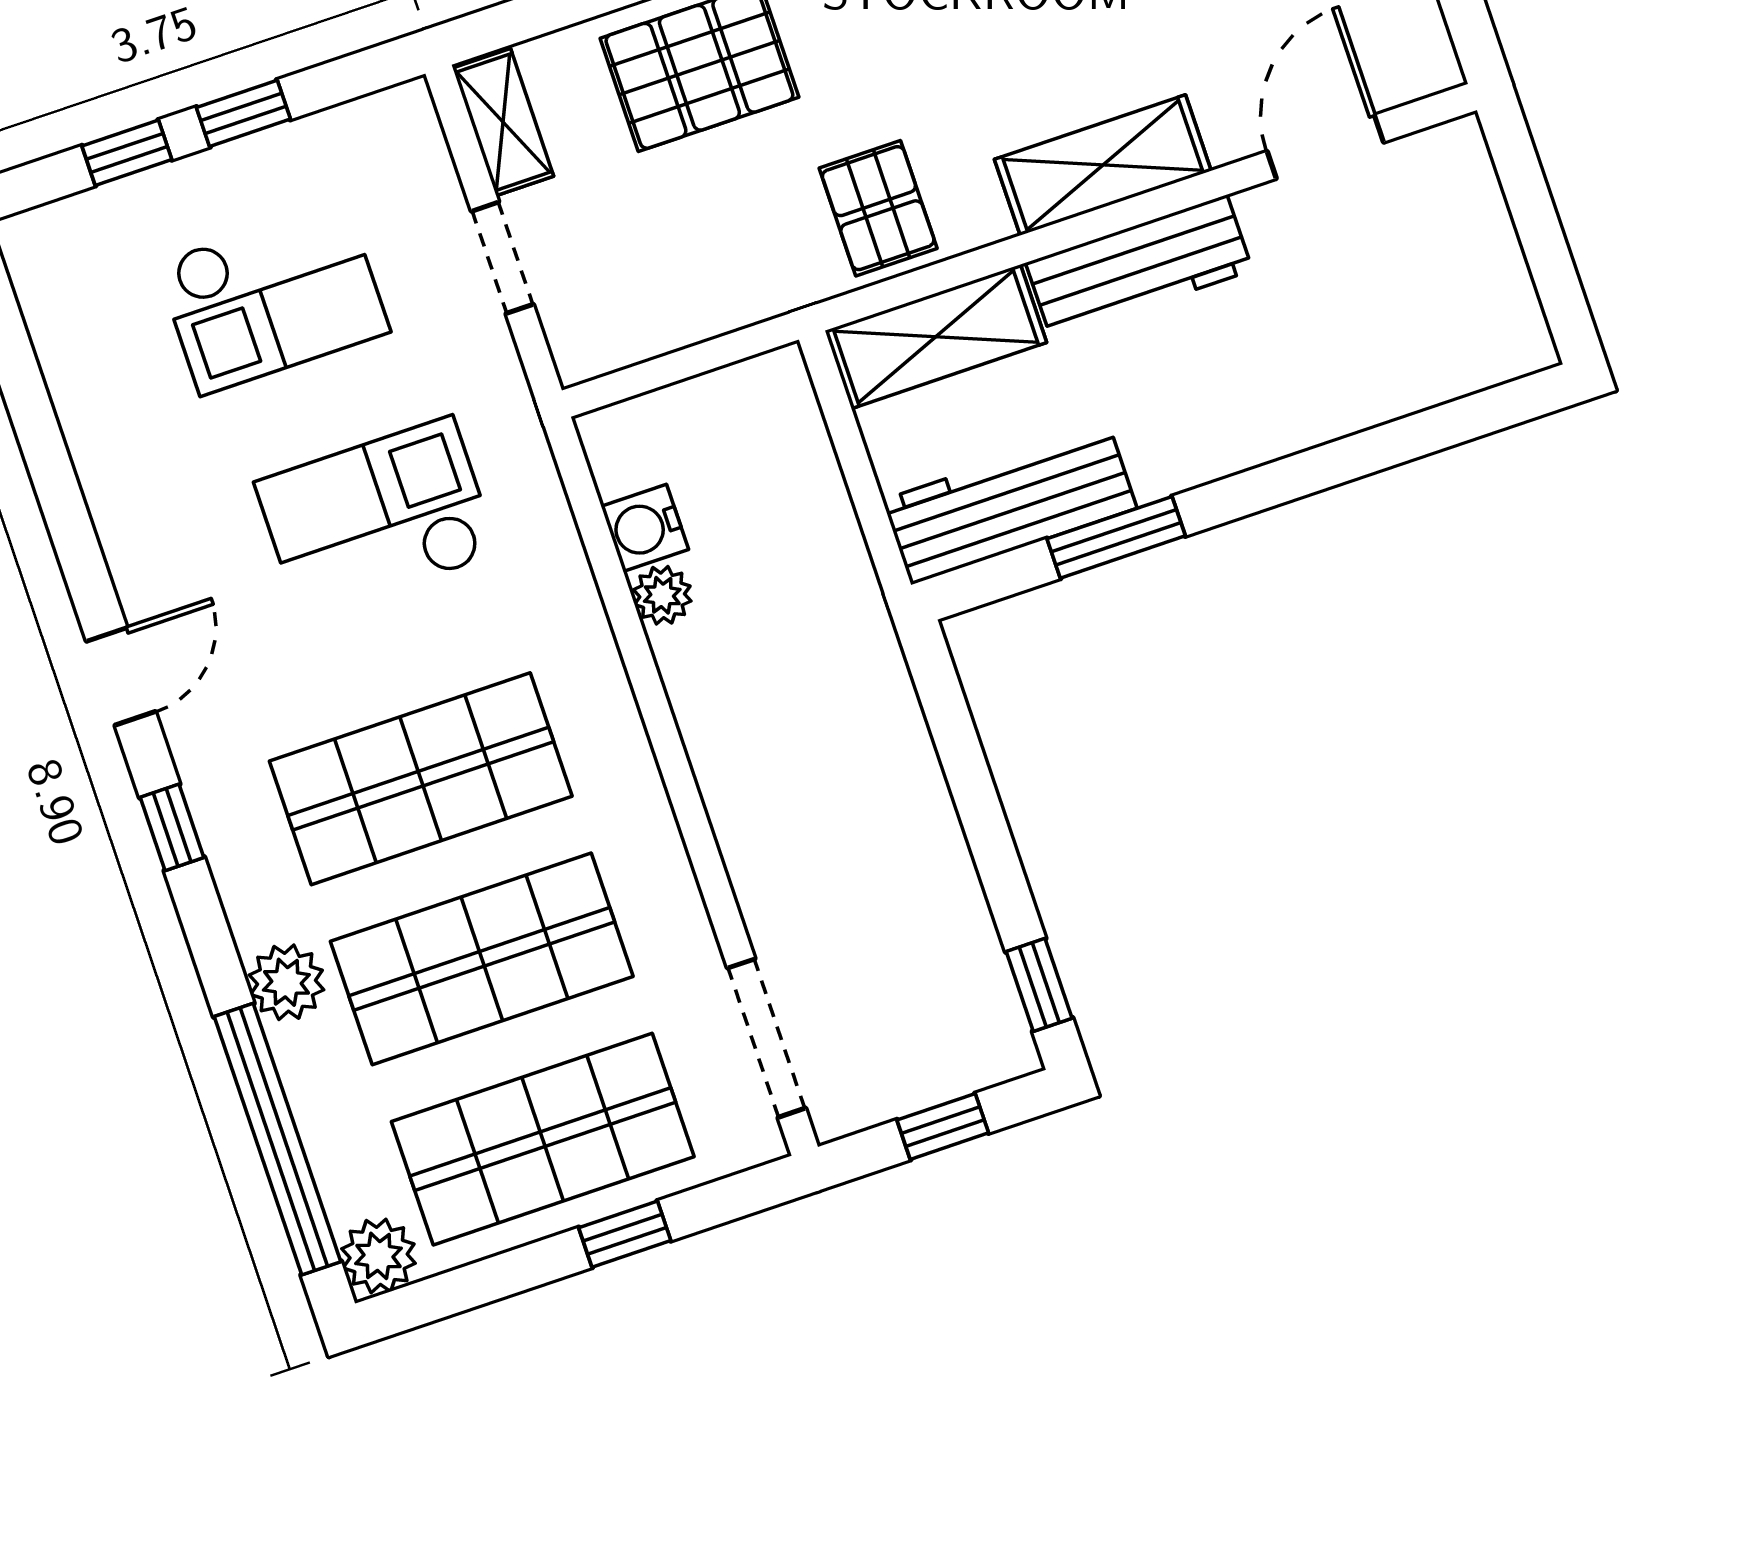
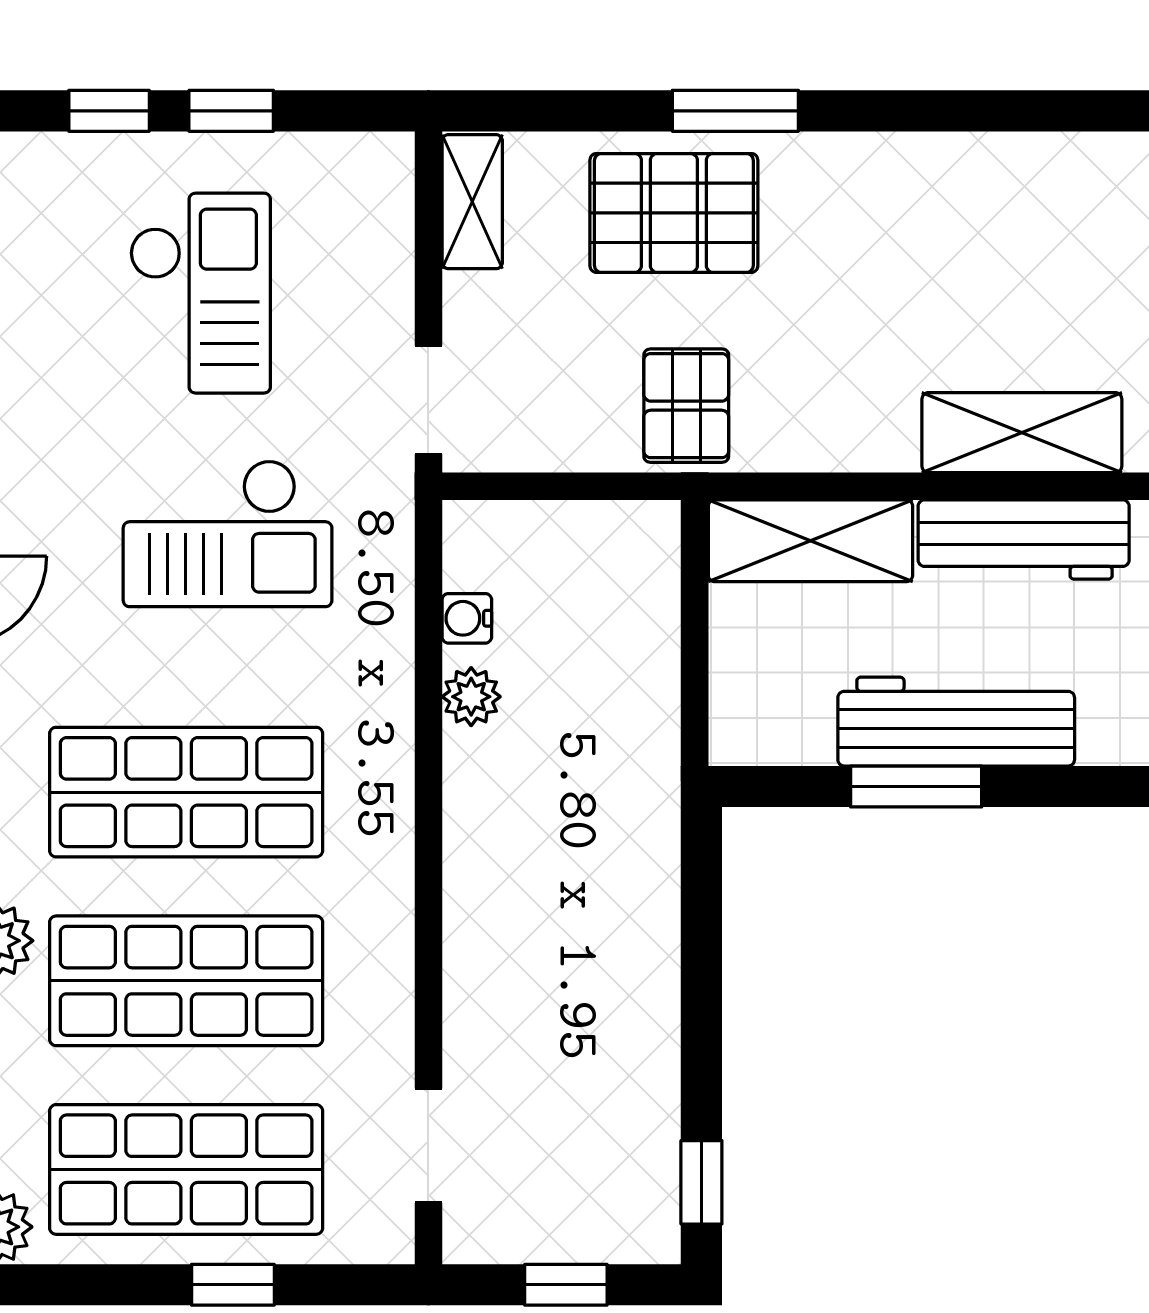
pallet: (878, 208) -> (686, 406), moved
doorway: (502, 258) -> (428, 400), moved
checkout: (273, 297) -> (200, 293), turned -90
workbench: (1010, 504) -> (956, 722), moved
checkout: (377, 518) -> (228, 533), turned 180
water cooler: (645, 528) -> (467, 618), width x0.72, depth x0.72
doorway: (766, 1038) -> (428, 1146), width x0.73

